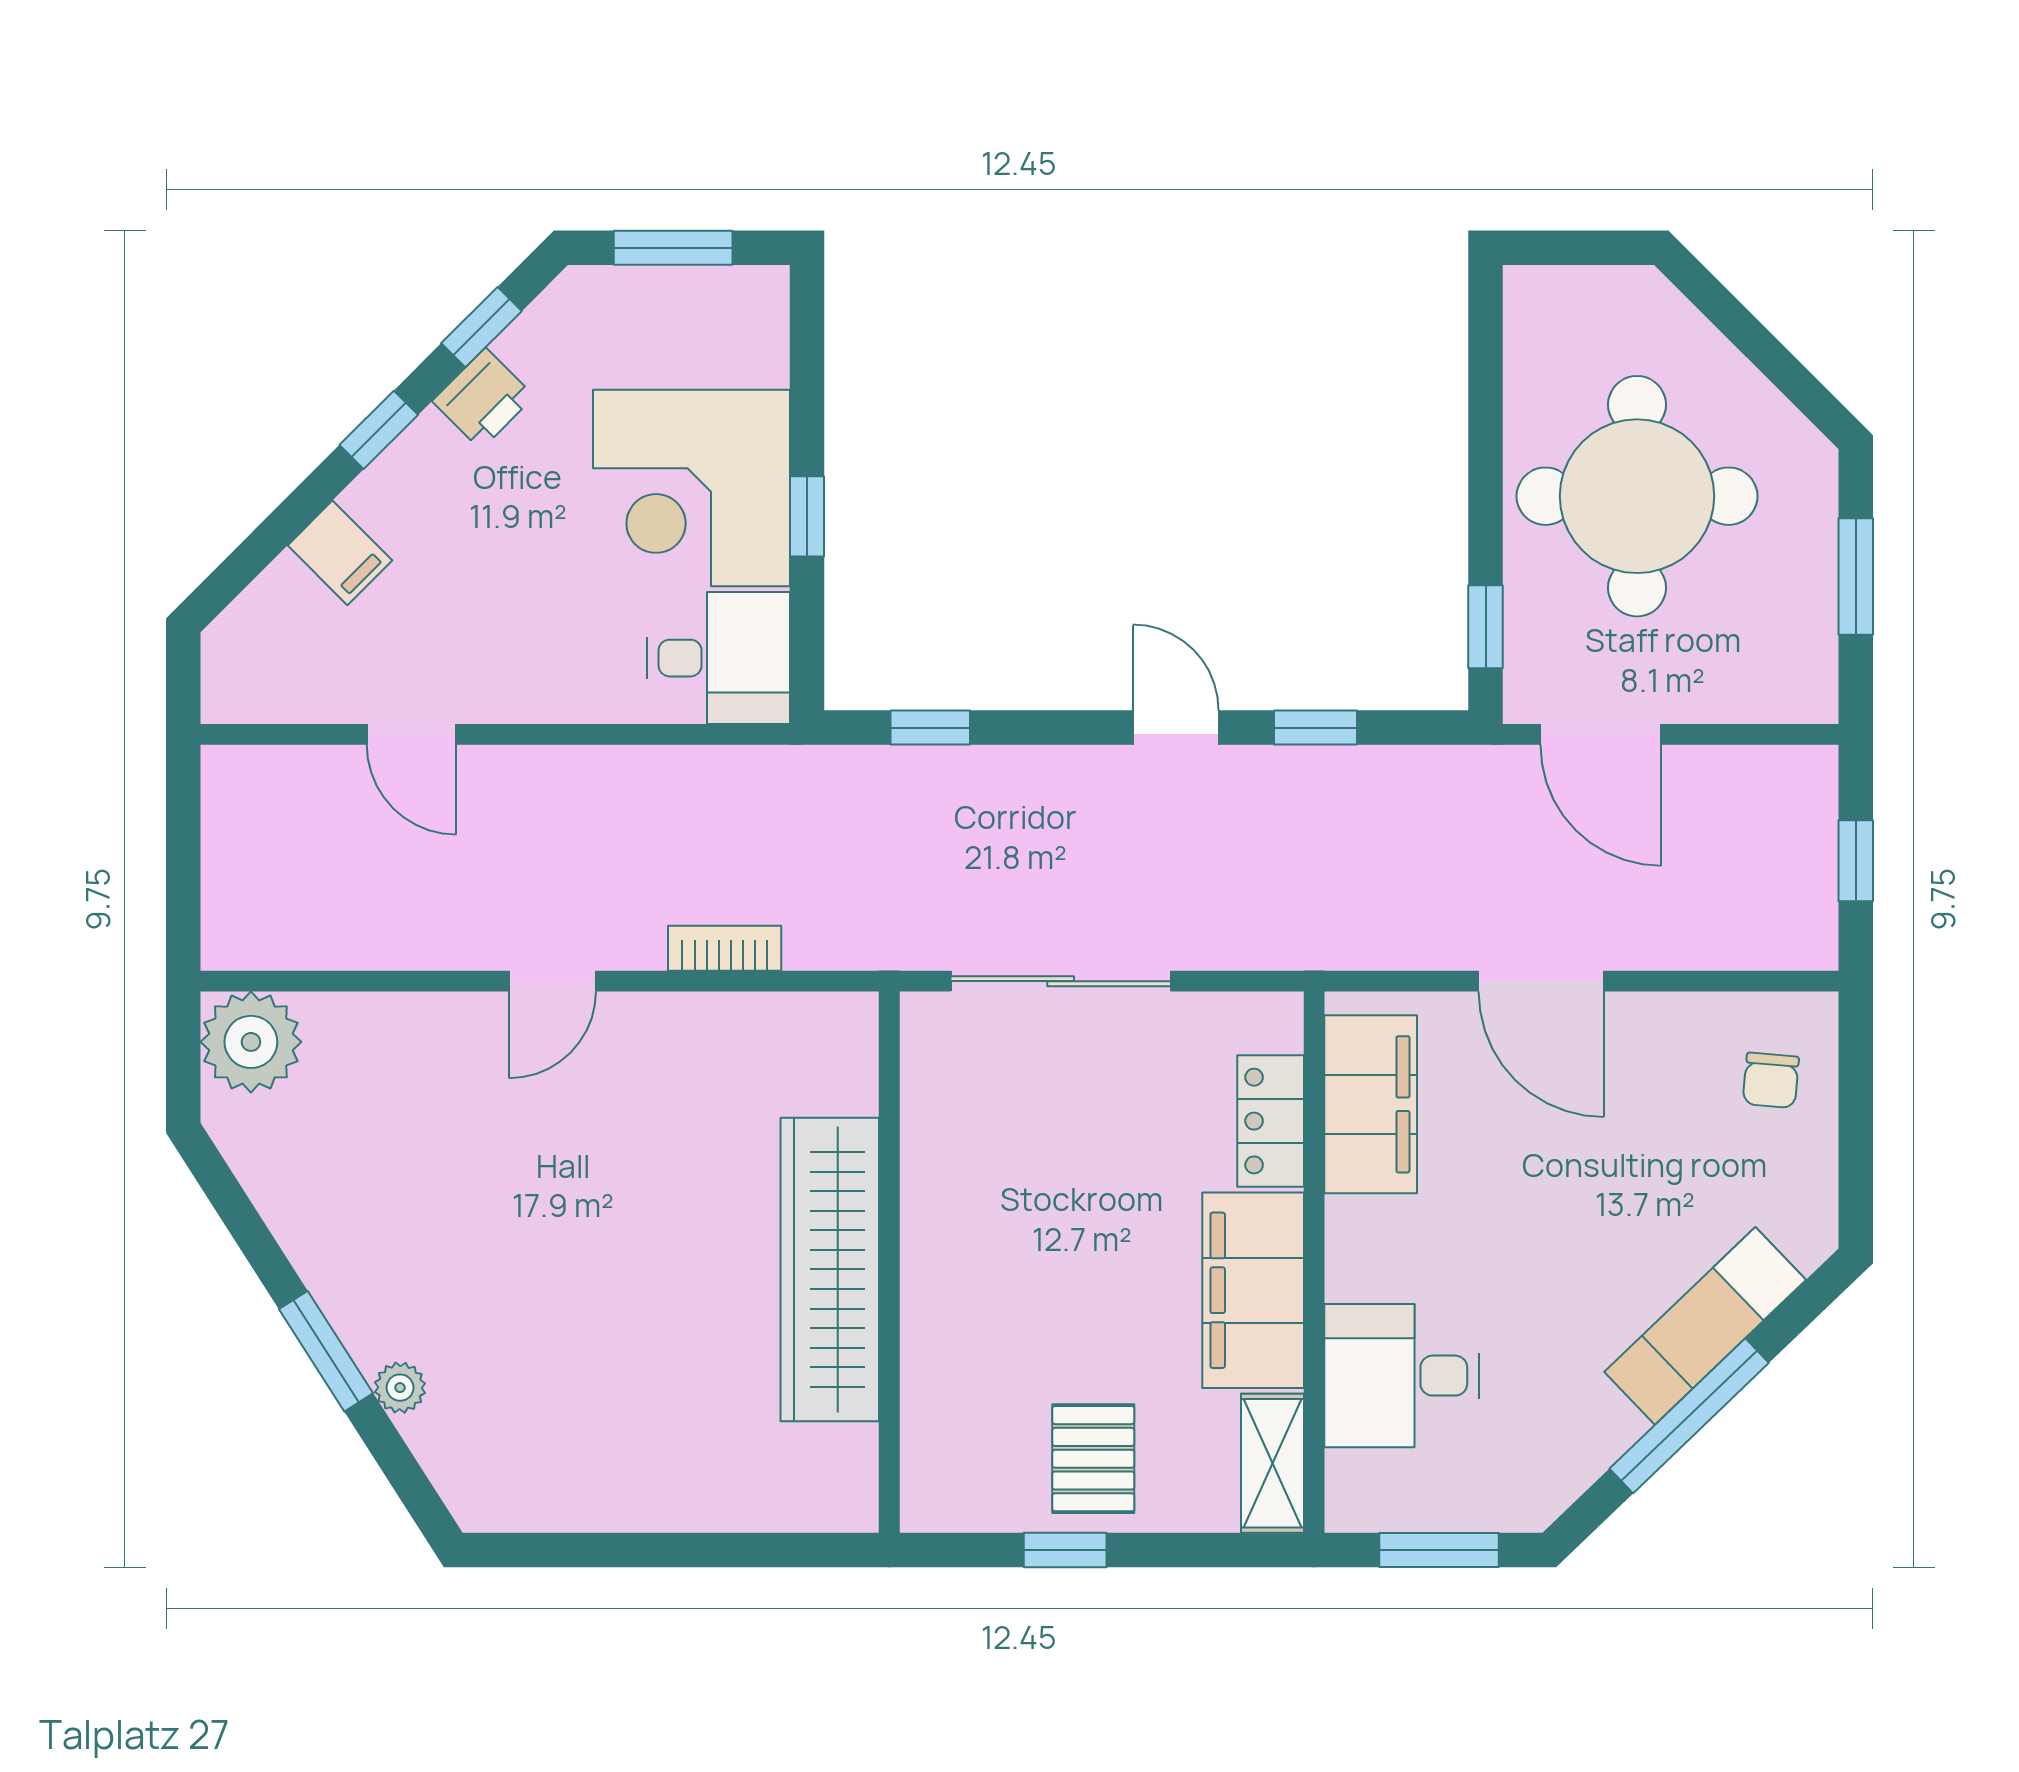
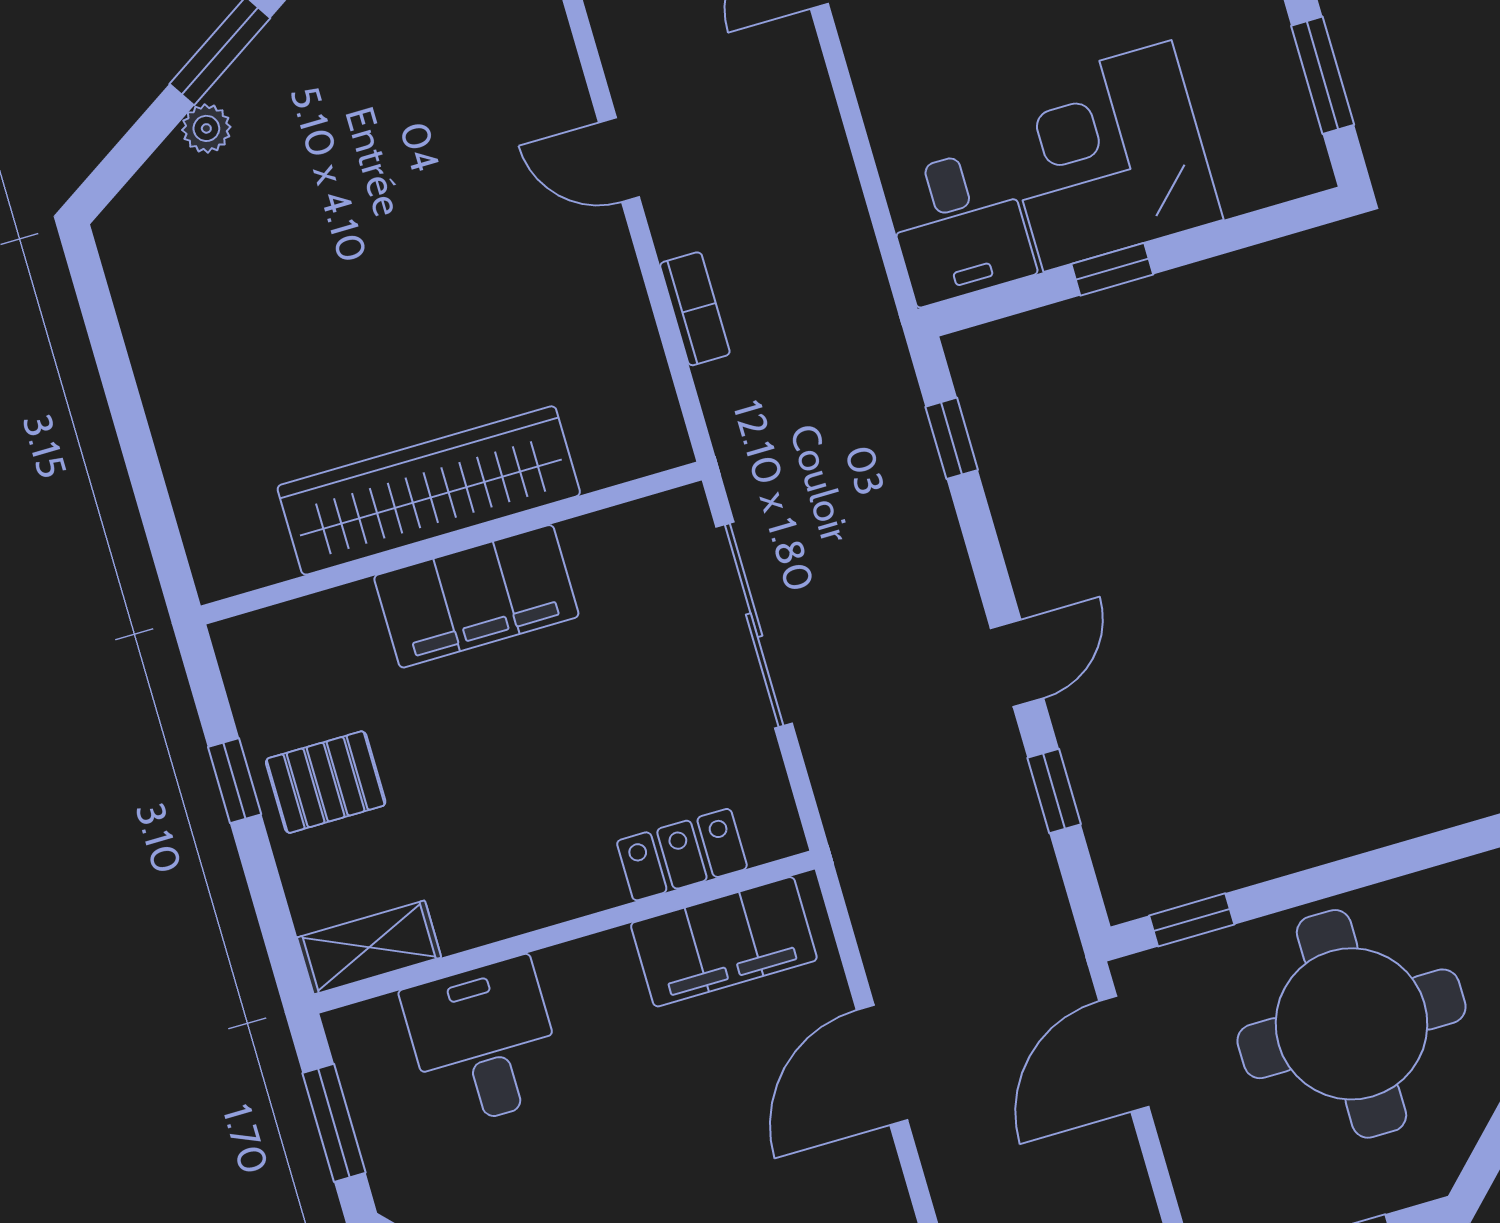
filing cabinet: (1253, 1290) -> (476, 596), moved, turned 180

